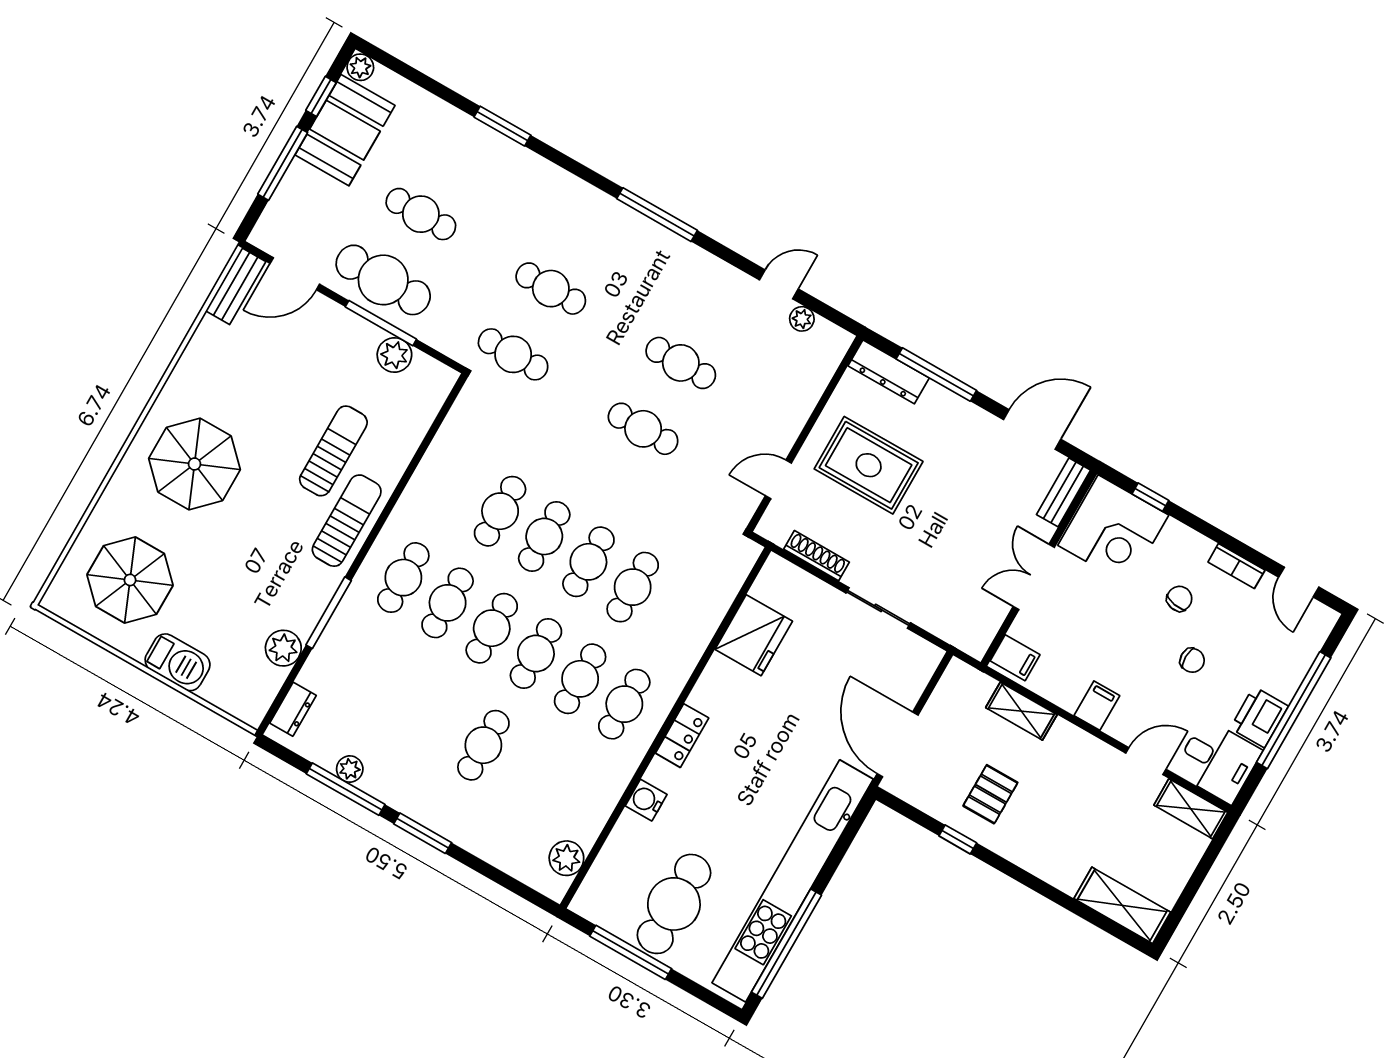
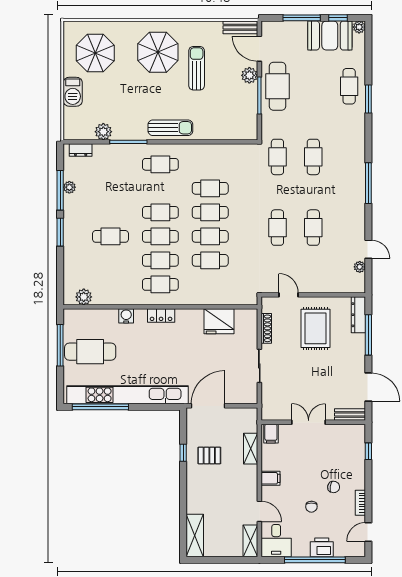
cafe table: (421, 214) -> (349, 86), moved
plant: (394, 355) -> (249, 75), moved
sun lounger: (333, 451) -> (197, 68), moved, turned -90
corner desk: (1113, 530) -> (346, 444), removed
cafe table: (448, 603) -> (160, 188), removed
printer: (1259, 717) -> (322, 547), moved

